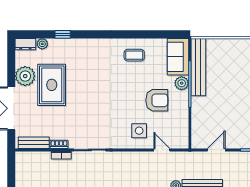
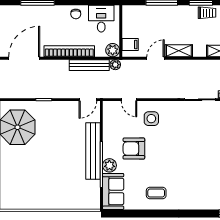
bench: (198, 67) -> (93, 151), moved
door: (216, 150) -> (88, 100), moved

